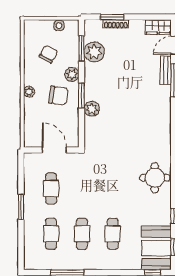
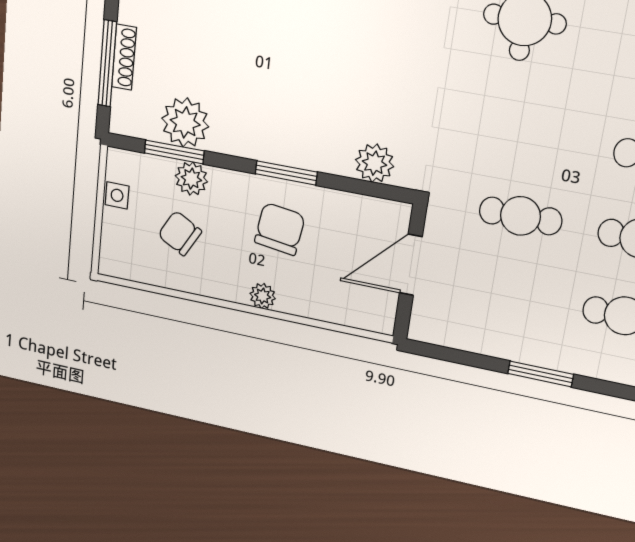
window: (112, 17) -> (107, 64), width x1.44
plant: (72, 74) -> (191, 179), moved
plant: (92, 109) -> (375, 163), moved
cafe table: (51, 189) -> (520, 216), moved

